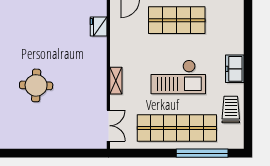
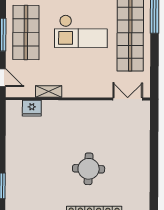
checkout: (178, 77) -> (81, 31), turned 90
shelving: (116, 81) -> (49, 92), moved

